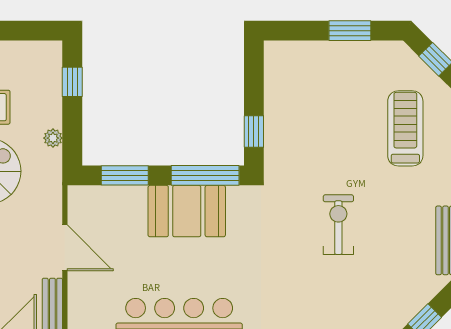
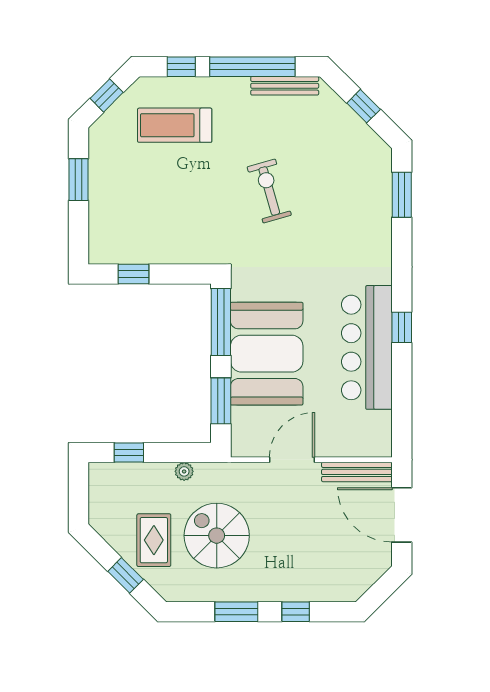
window: (254, 132) -> (133, 274), moved
booth: (187, 211) -> (267, 354), width x1.36, depth x1.42
exercise bike: (338, 225) -> (269, 191), turned 74

